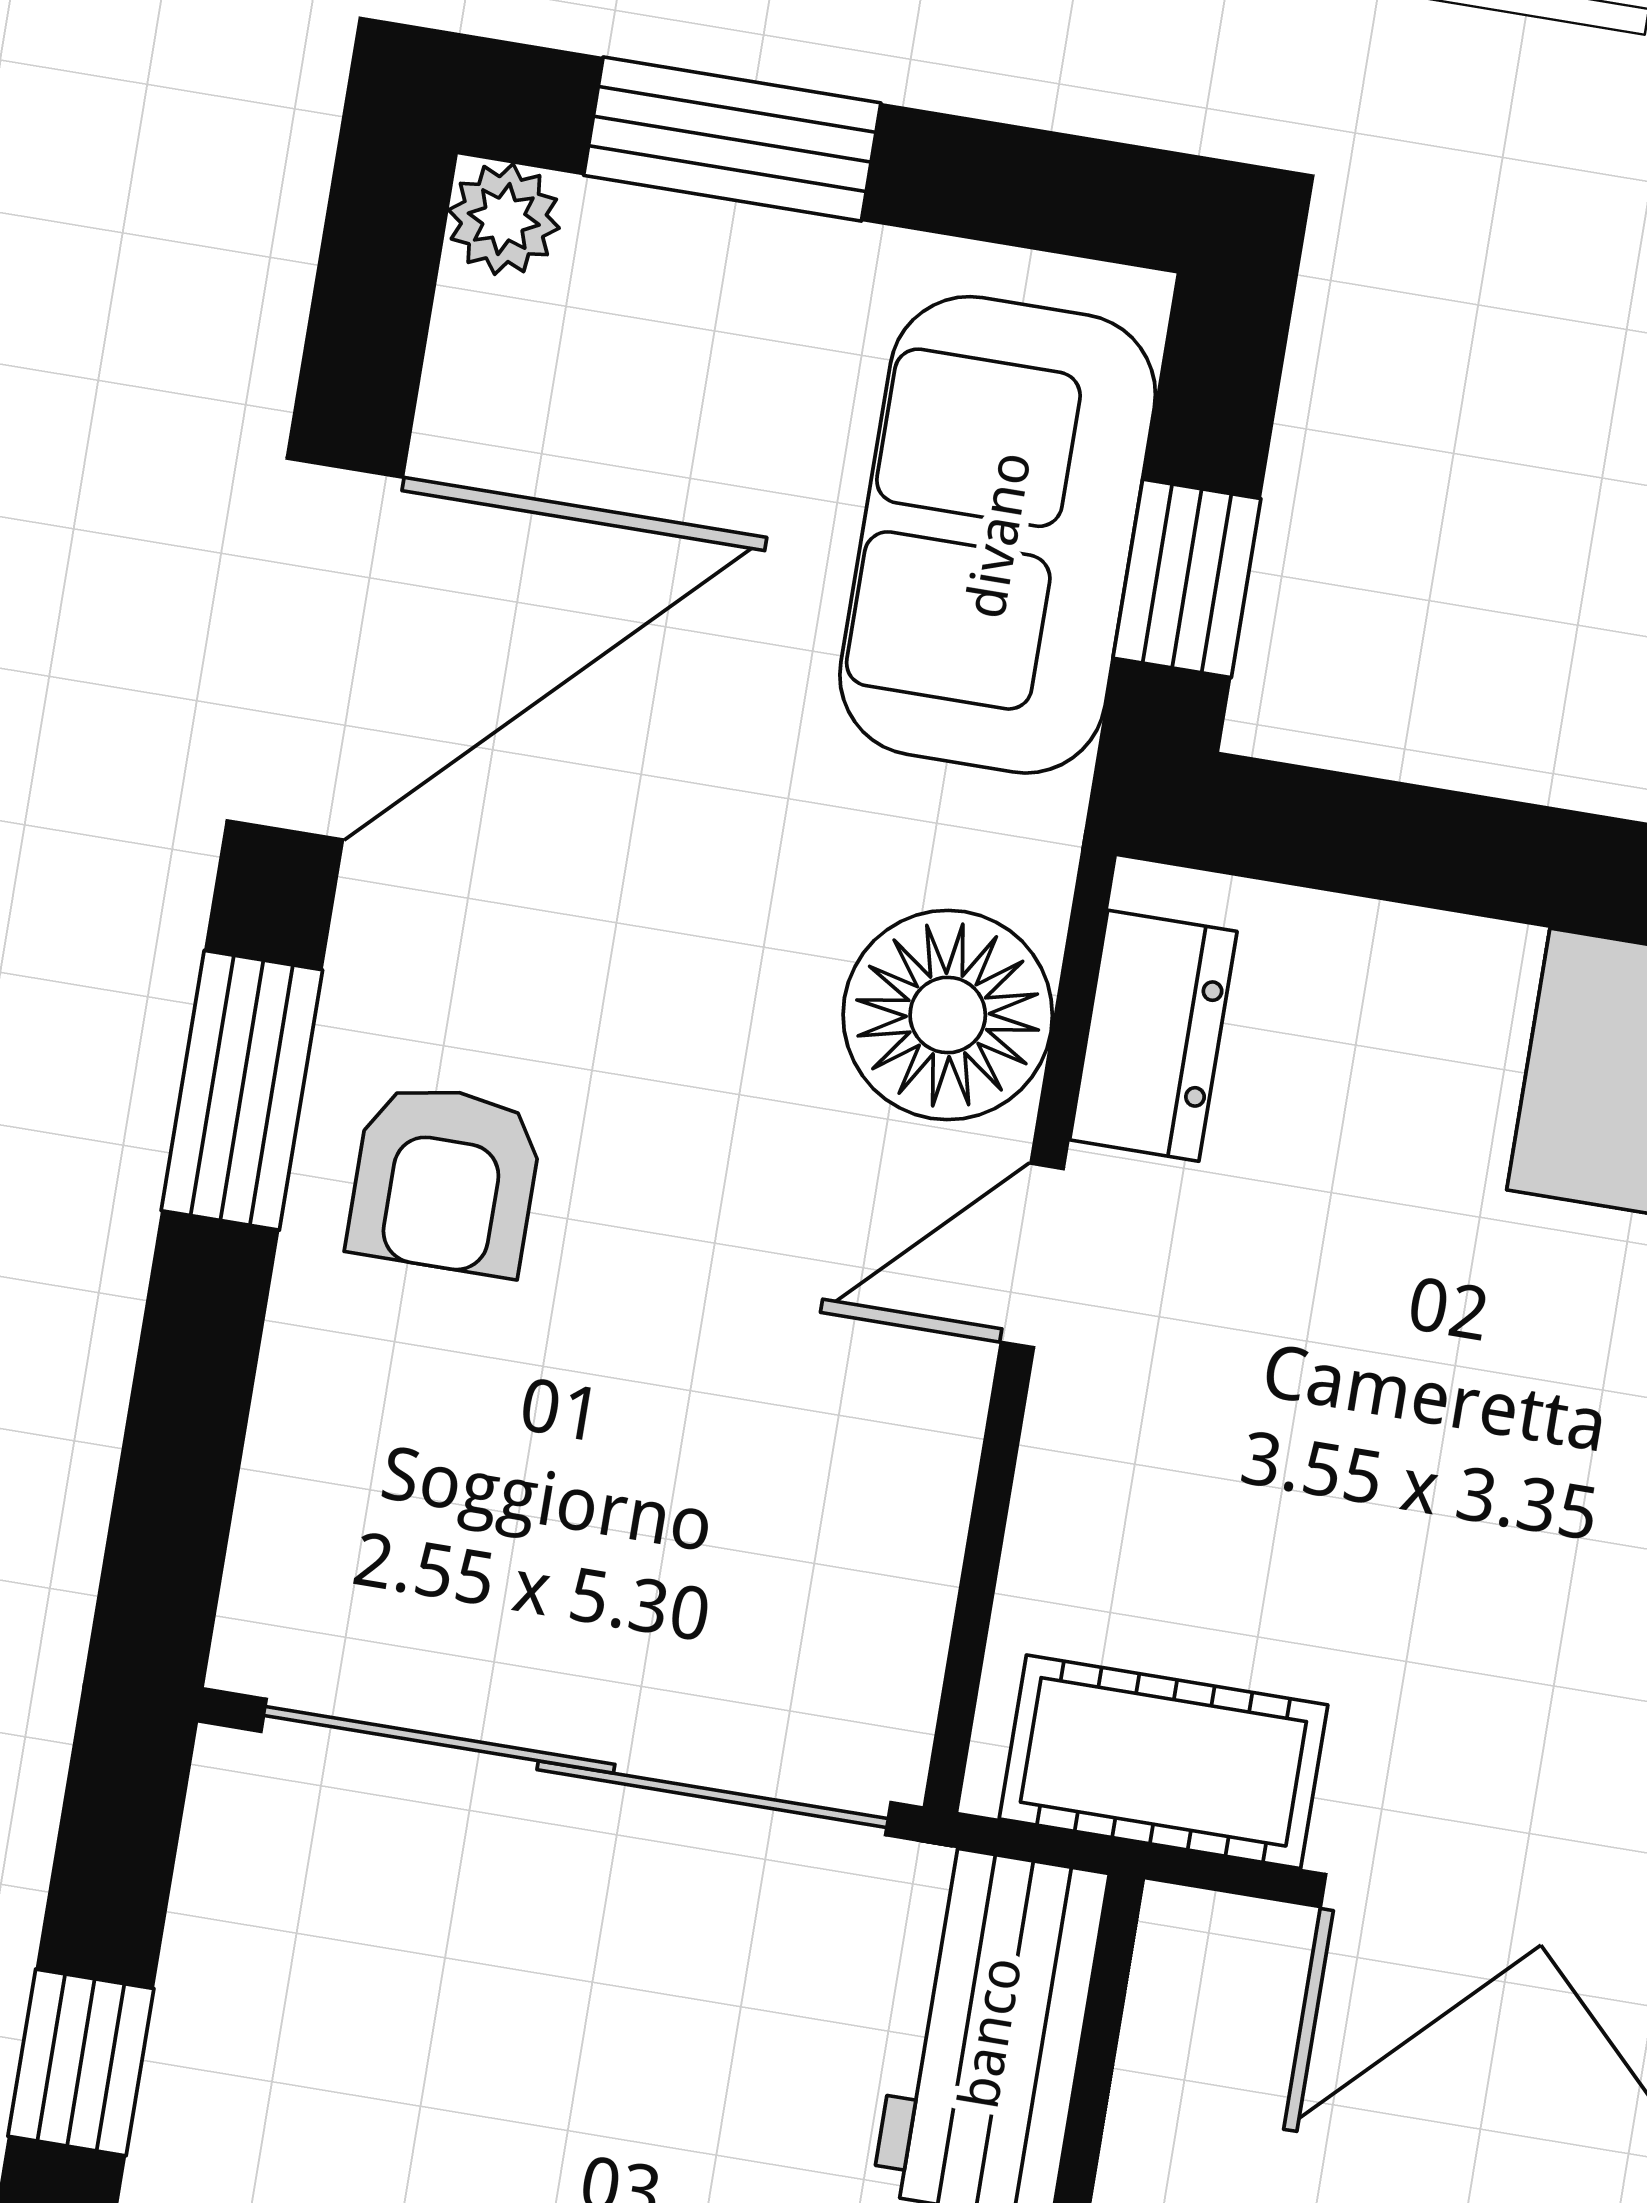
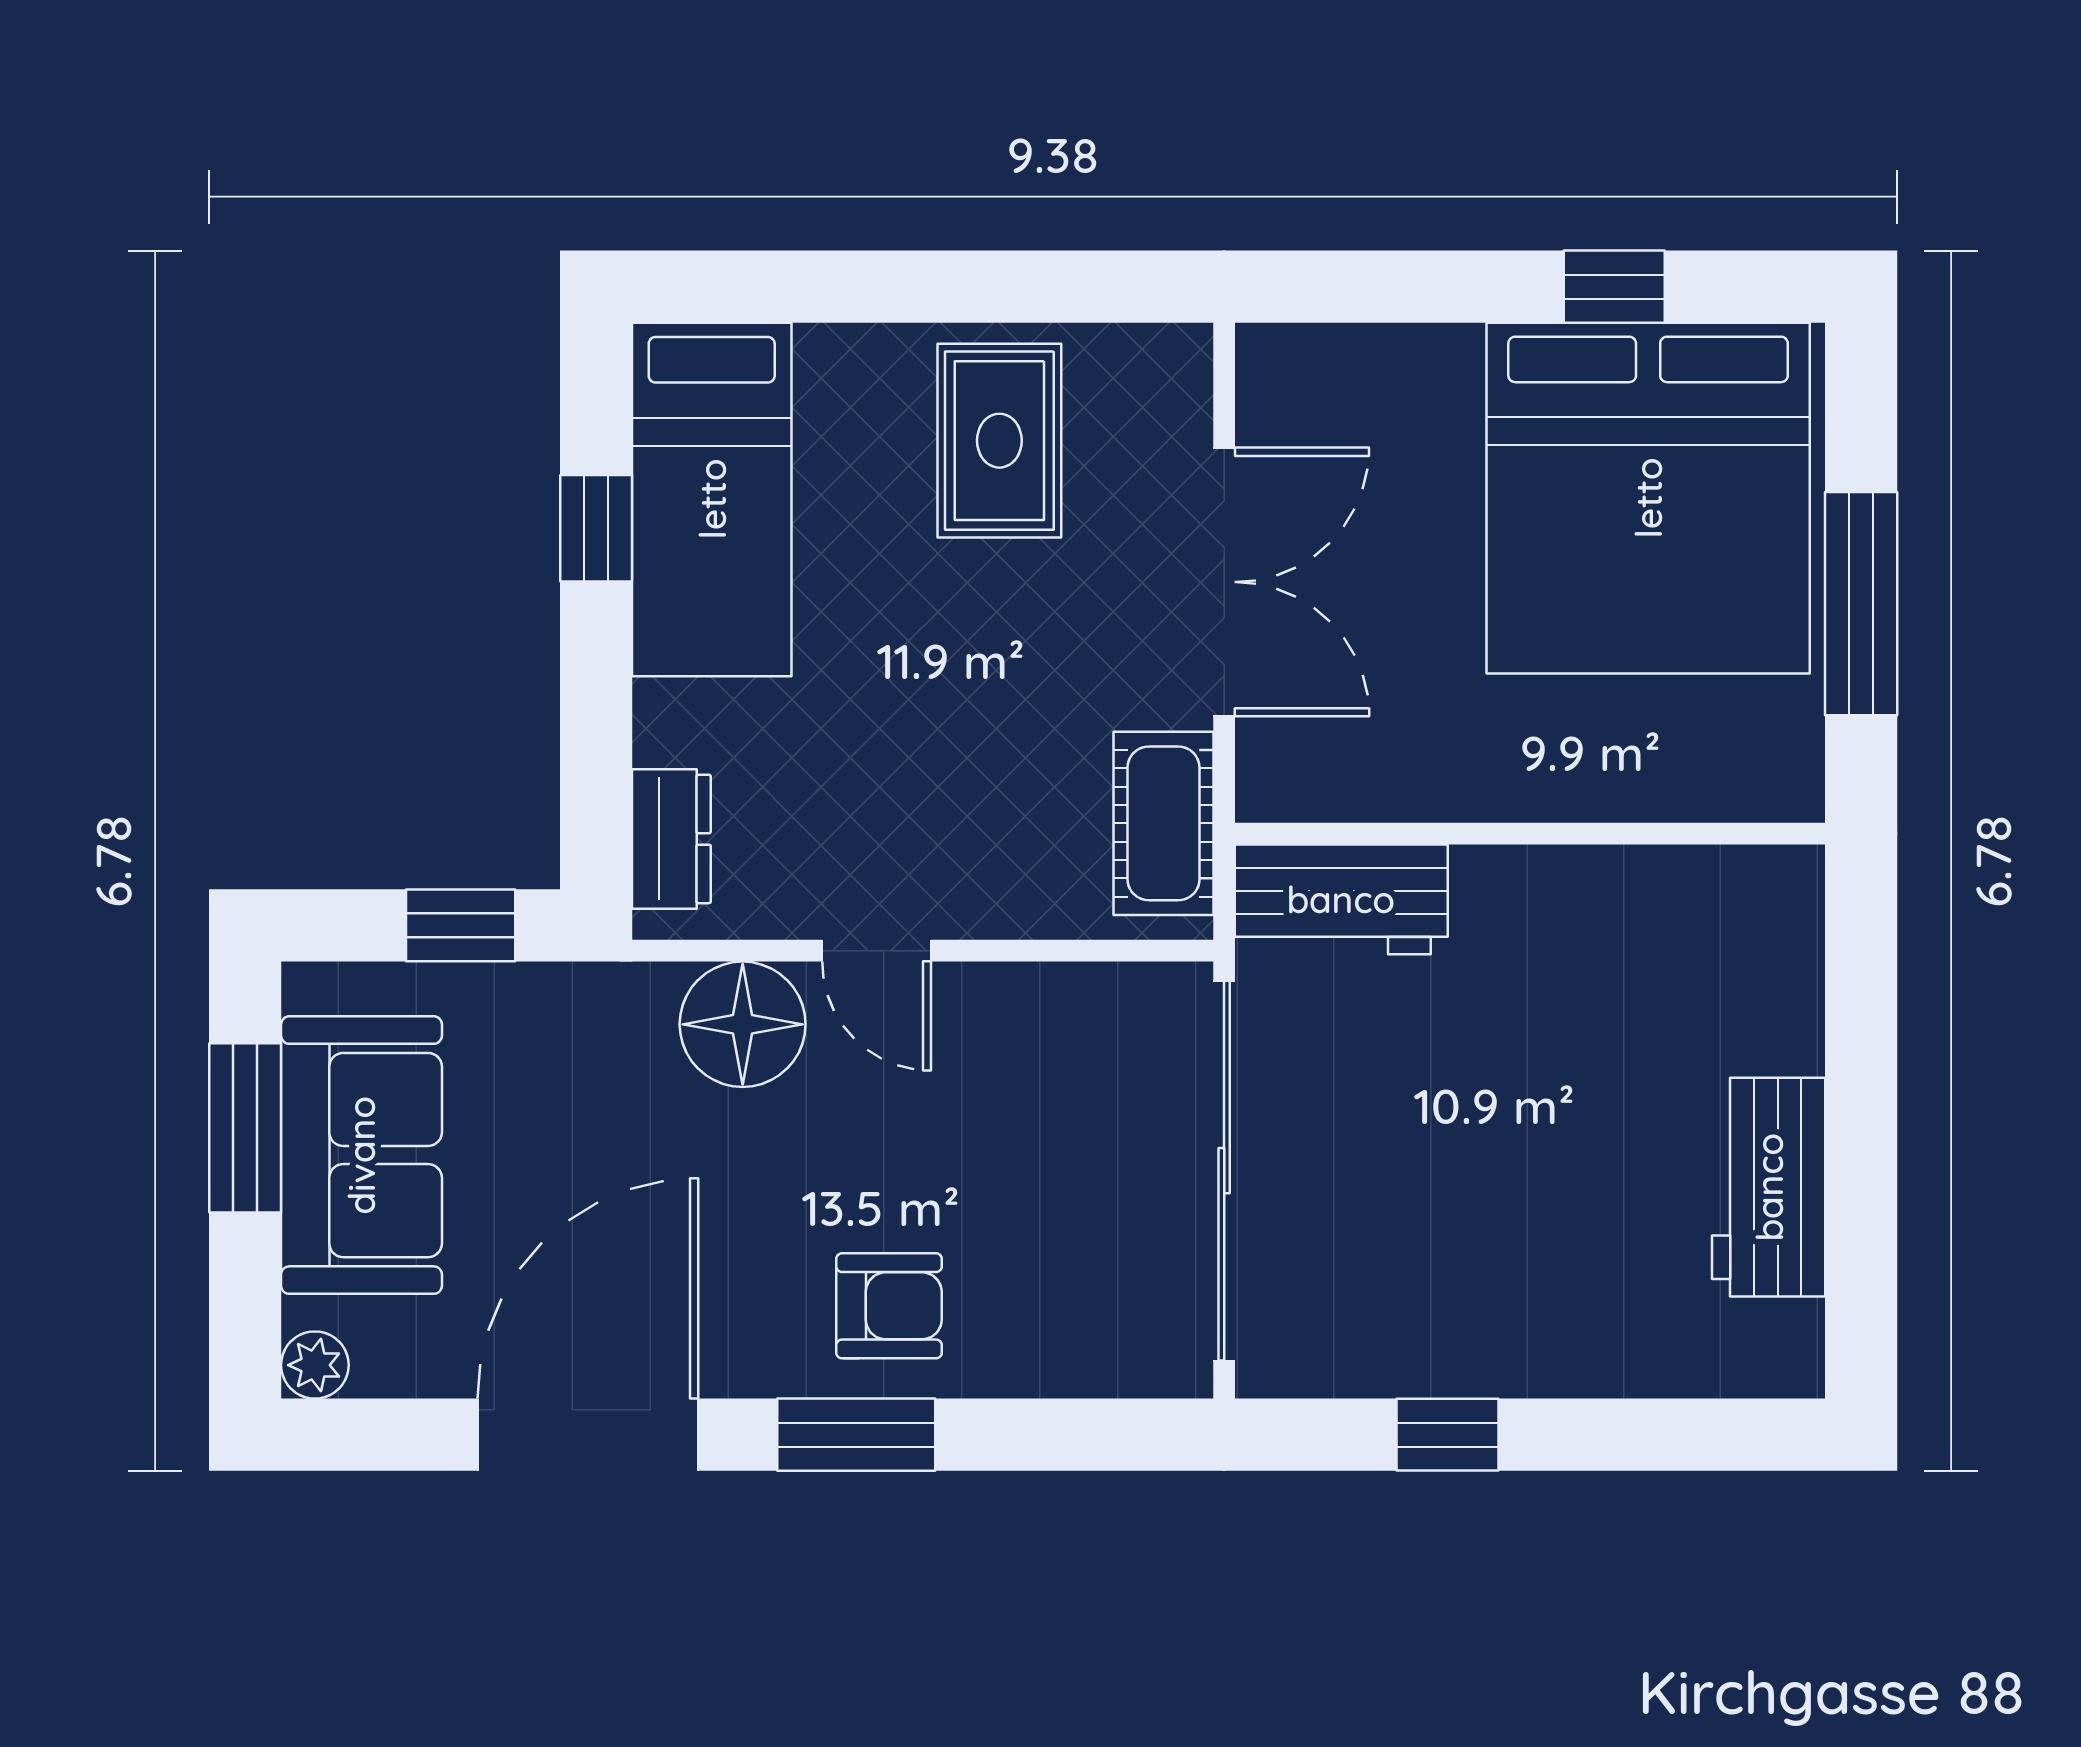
window: (732, 139) -> (245, 1128), moved
sofa: (998, 535) -> (361, 1155), moved, turned -90
door: (315, 649) -> (588, 1435), hinge flipped
dresser: (1153, 1036) -> (671, 839), moved, turned 90

